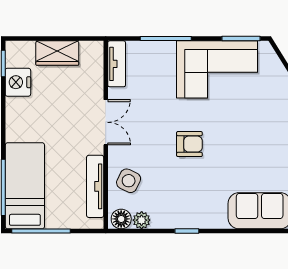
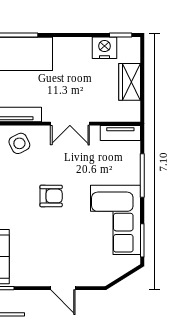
armchair: (189, 144) -> (51, 196), turned -90
side table: (129, 181) -> (19, 143), turned 37

